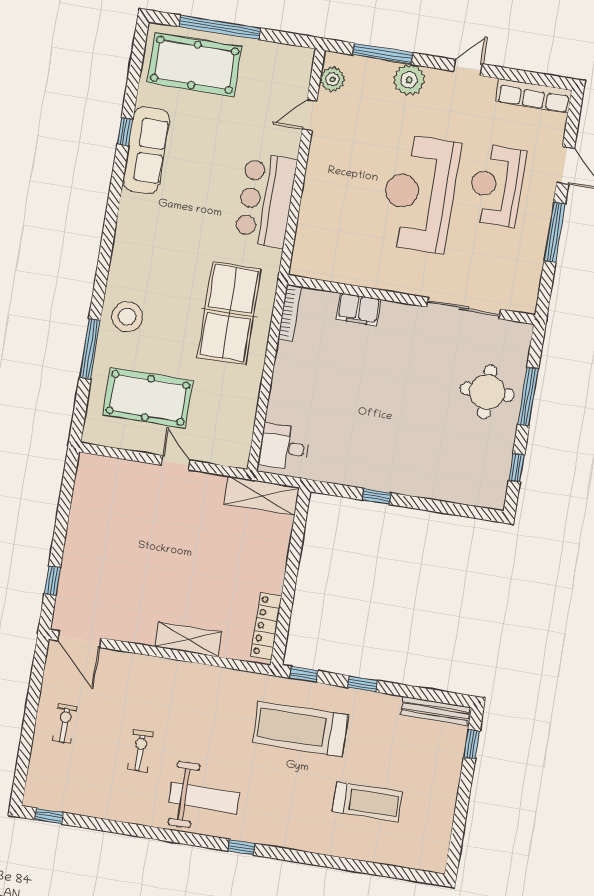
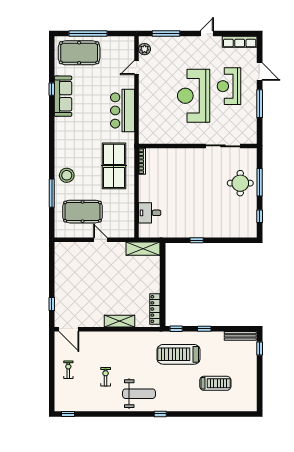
plant: (409, 80) -> (180, 44), removed
filing cabinet: (358, 309) -> (174, 154), removed
desk: (284, 447) -> (150, 213), moved

